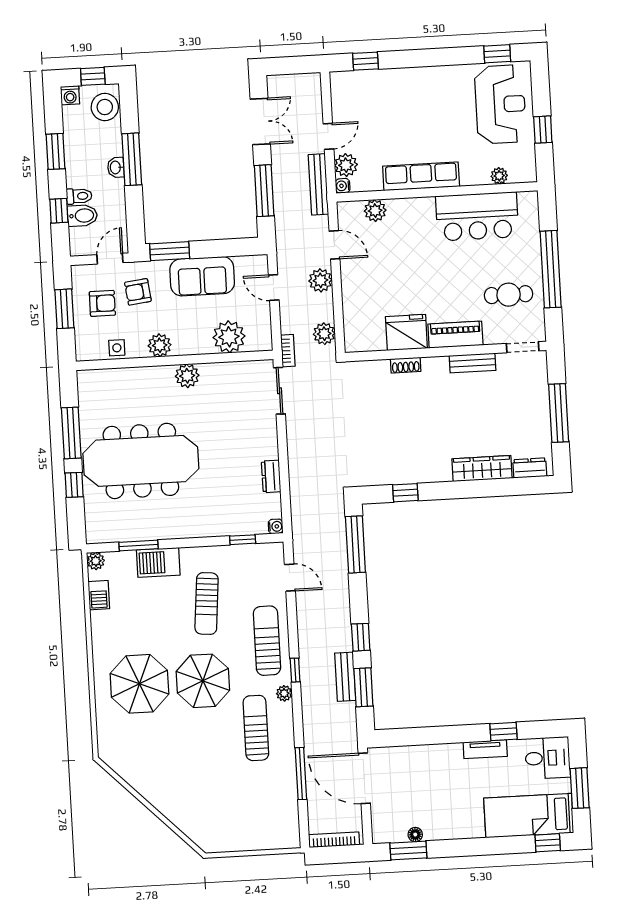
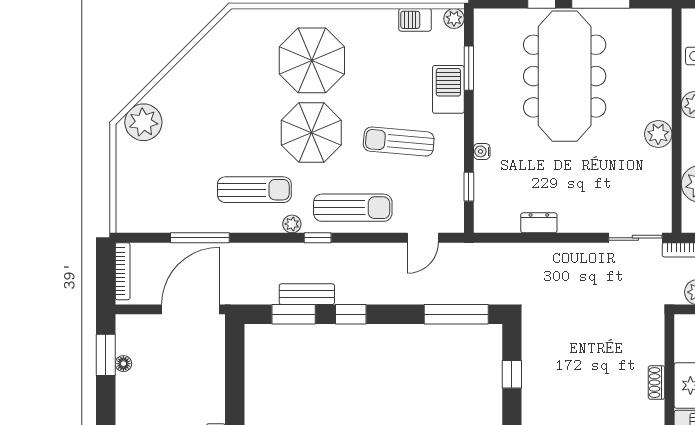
water cooler: (276, 526) -> (482, 151), moved, turned 90
plant: (202, 829) -> (143, 122), added

